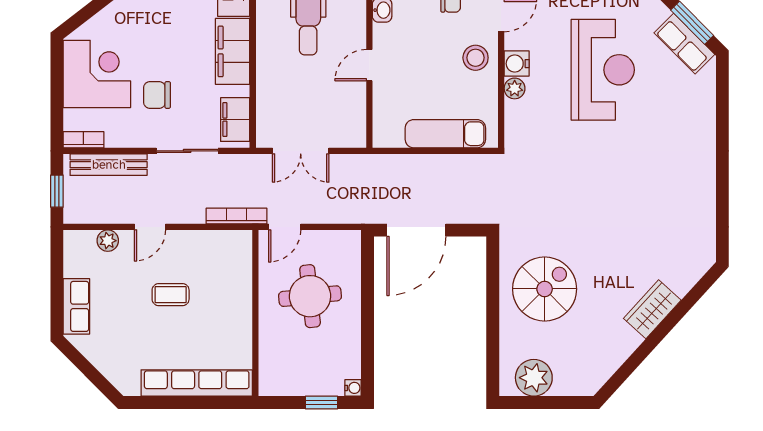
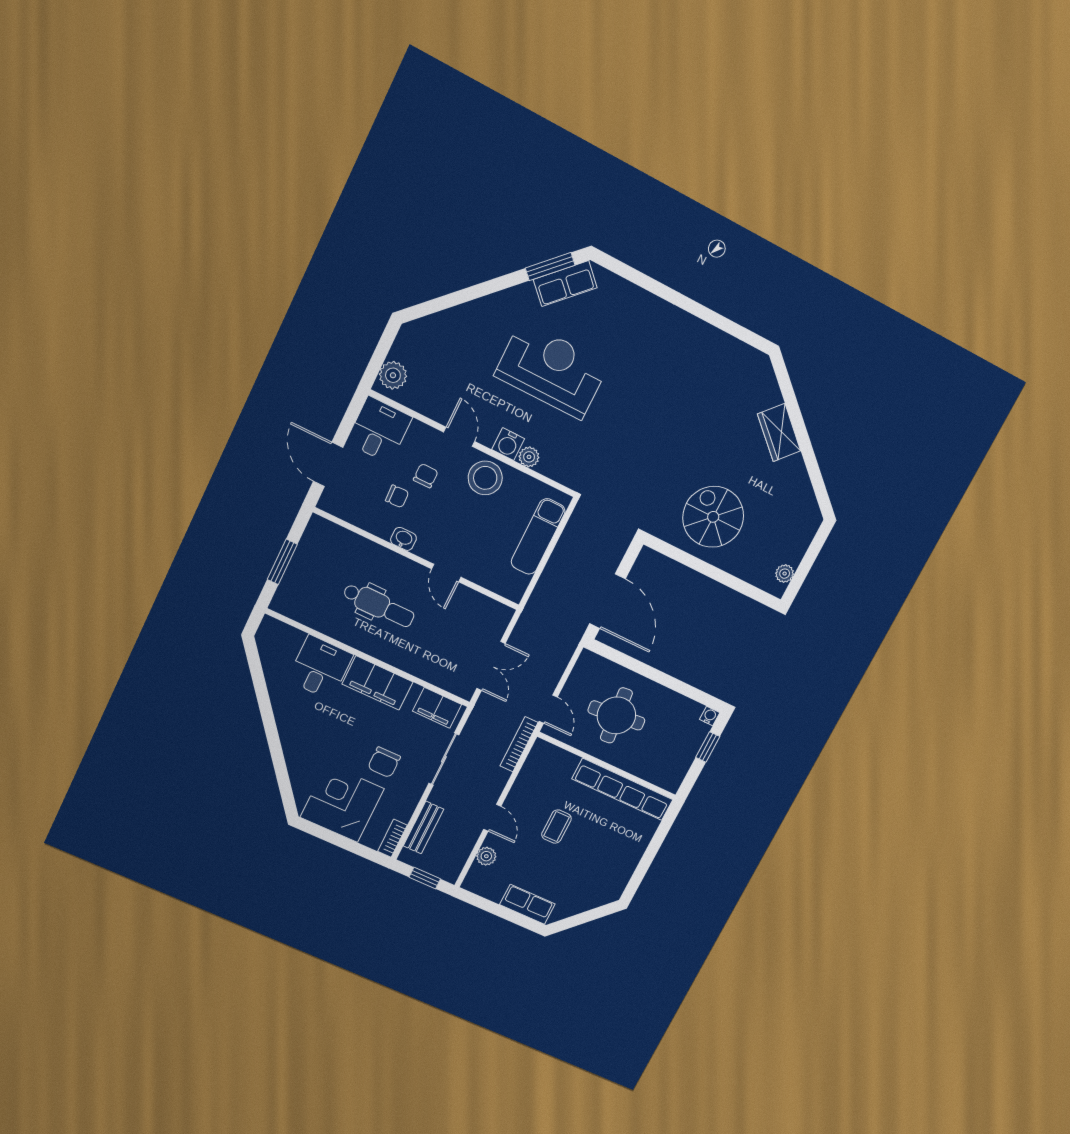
stool: (476, 58) -> (485, 478), width x1.38, depth x1.38
bench: (109, 165) -> (423, 828), width x0.73
plant: (534, 378) -> (785, 574), width x0.53, depth x0.53
row of seats: (197, 383) -> (623, 789), moved, turned -90

